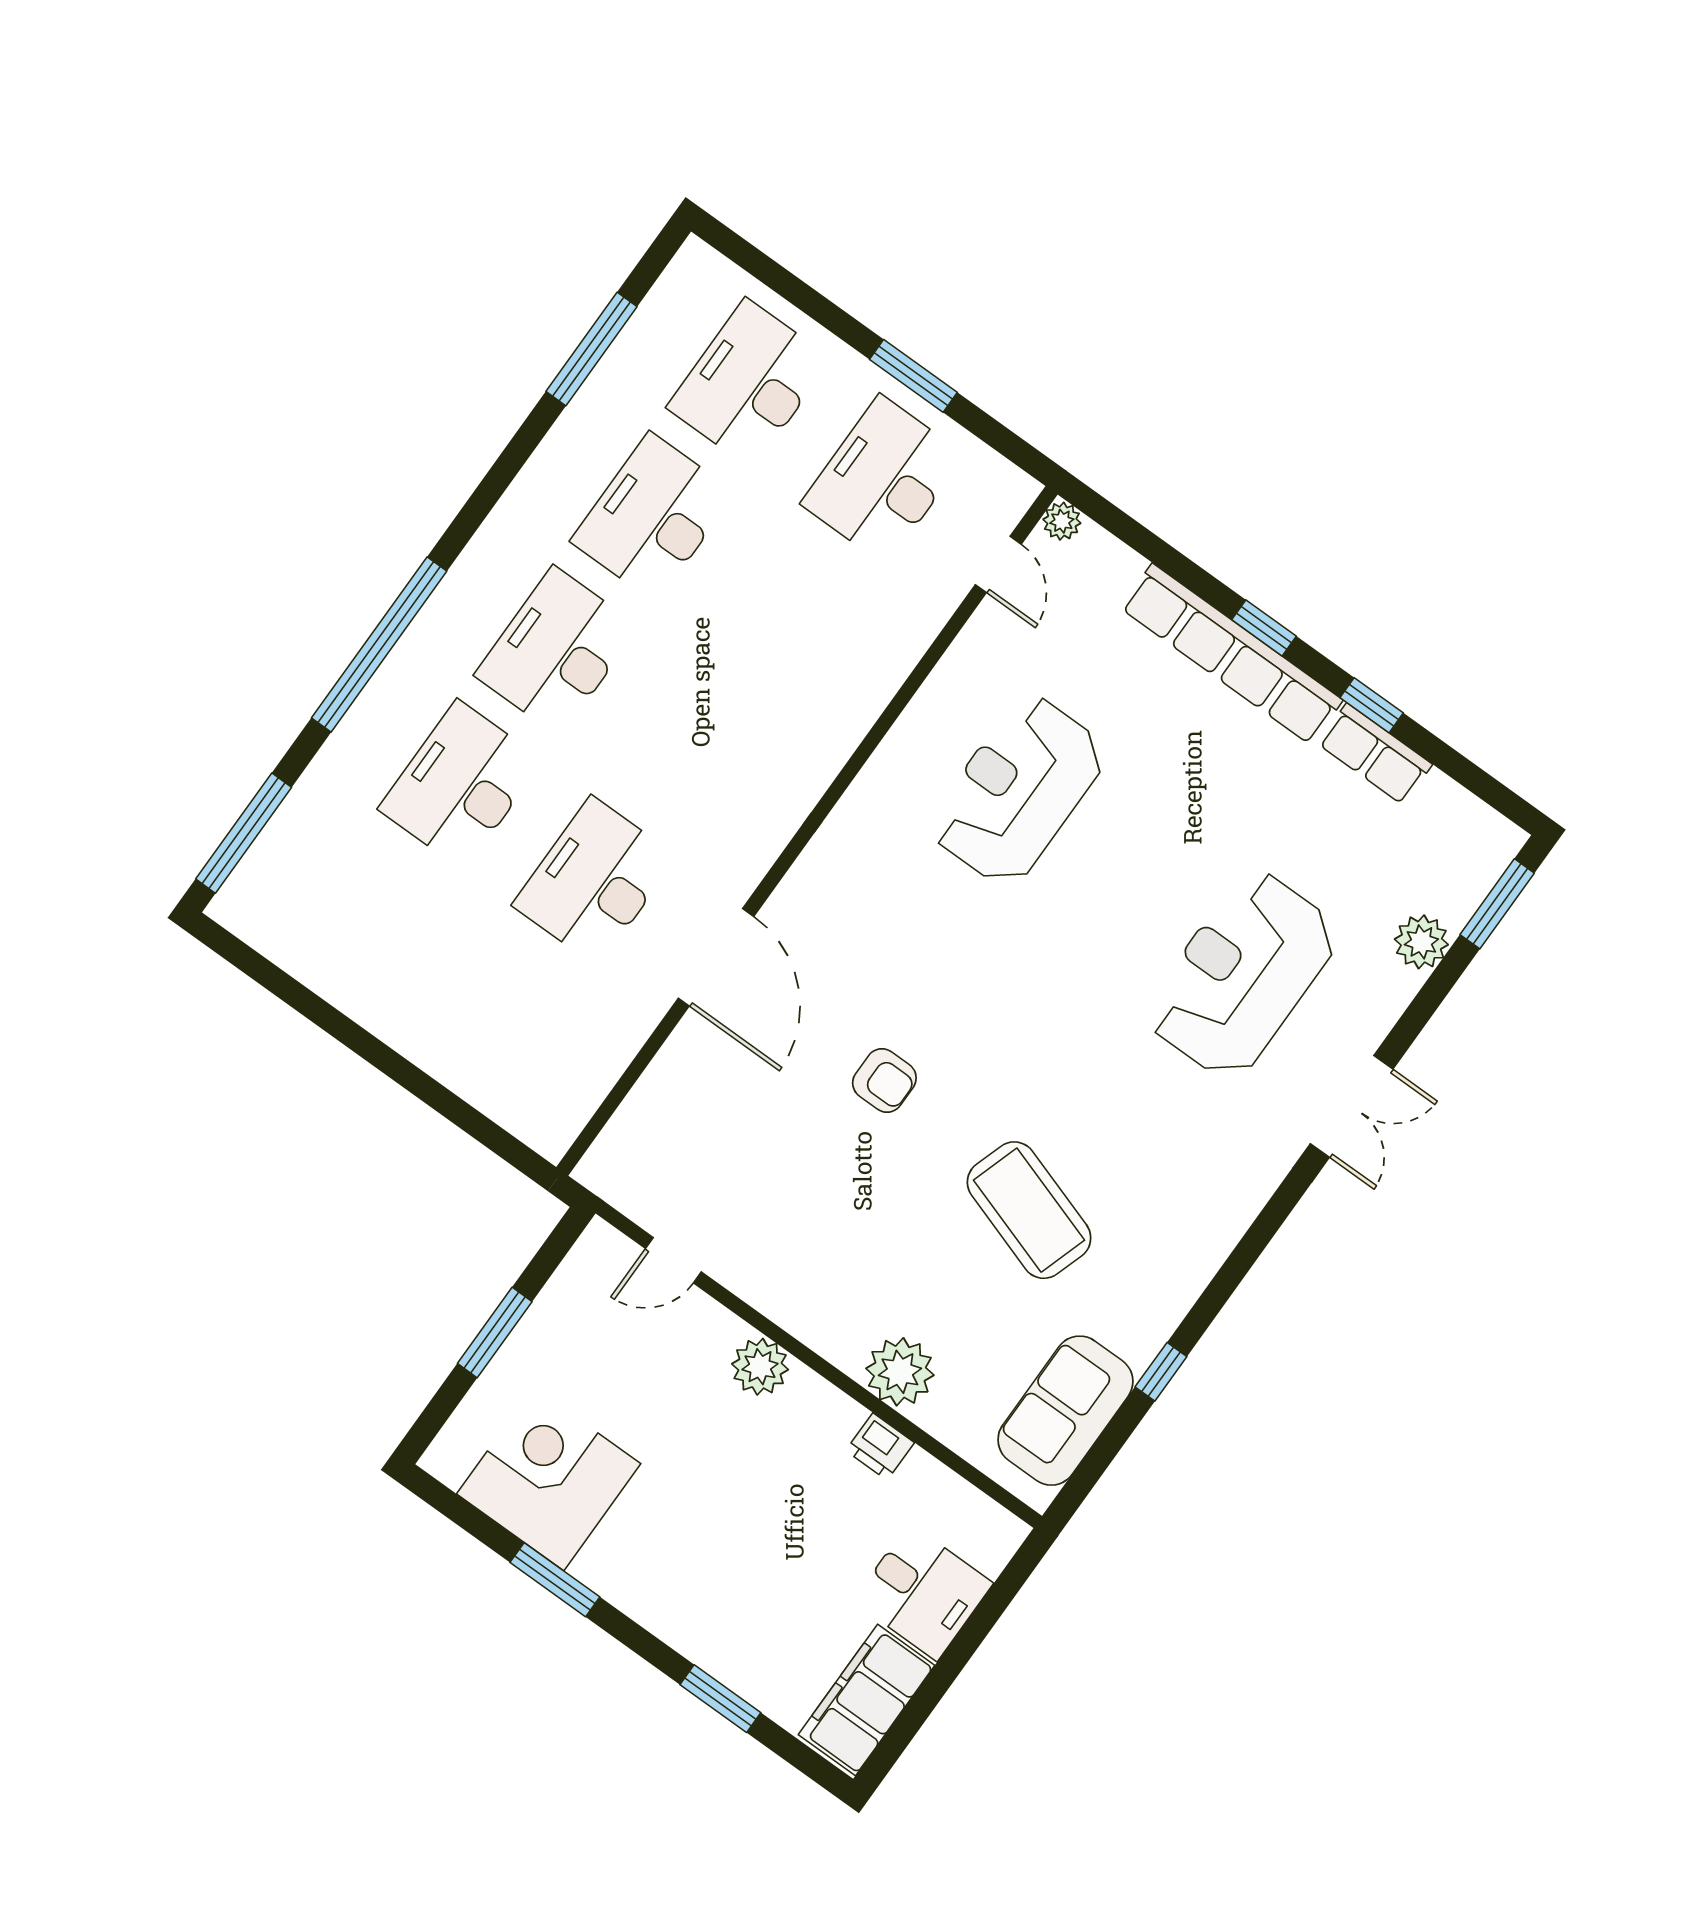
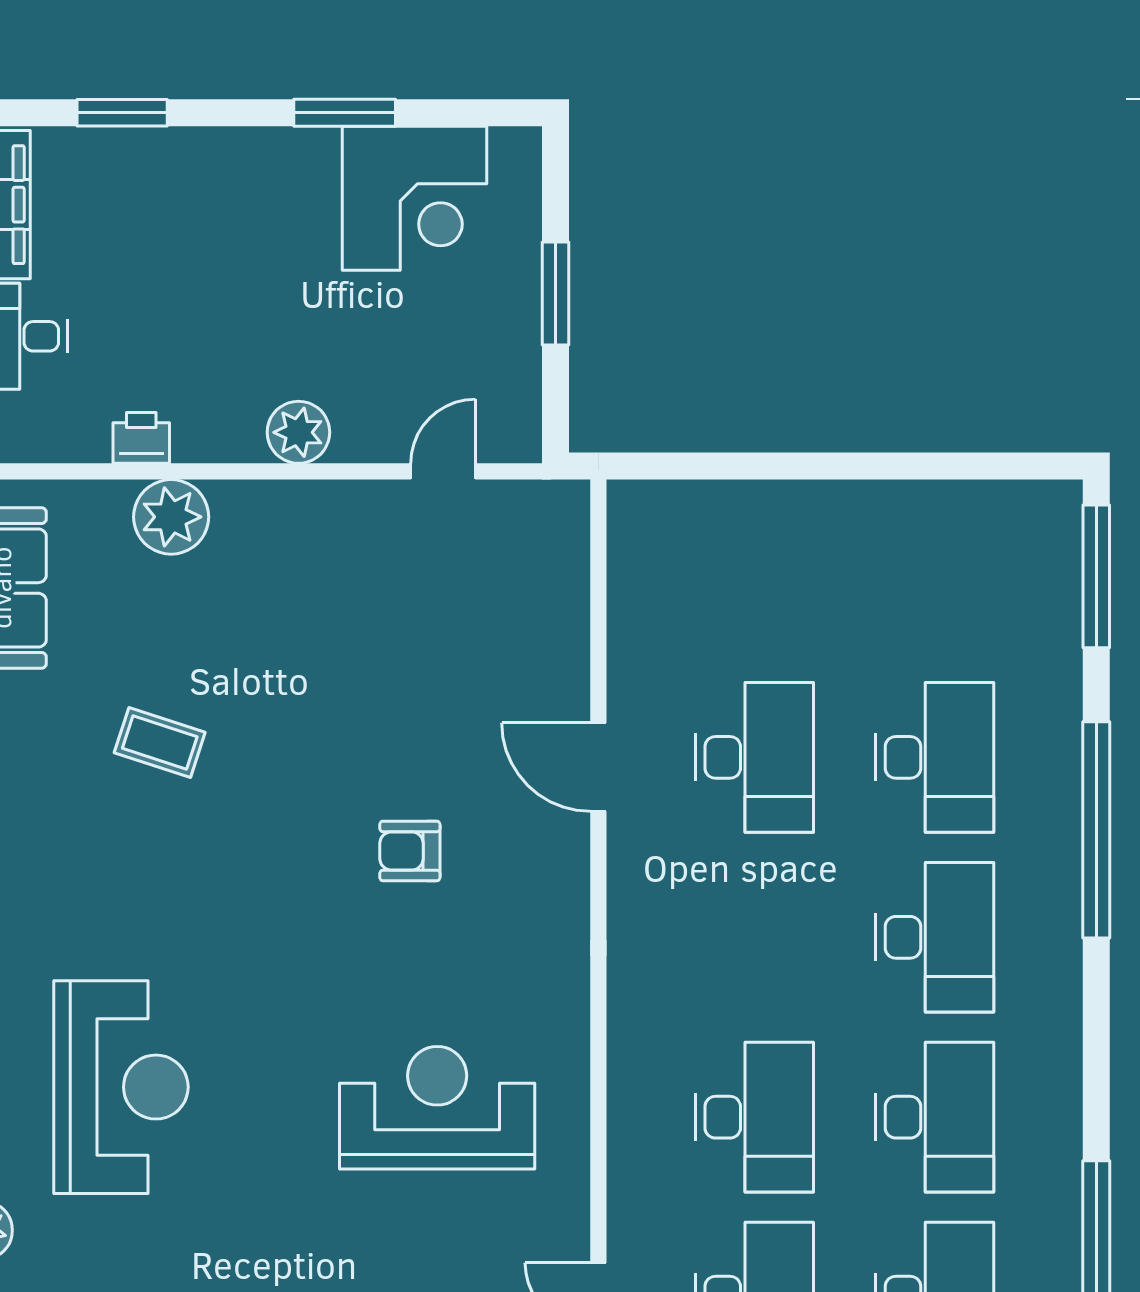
desk: (787, 614) -> (755, 1117), added
reception desk: (1018, 790) -> (437, 1108), turned -90
door: (716, 957) -> (598, 767), width x0.73
armchair: (884, 1080) -> (410, 851), moved
coffee table: (1029, 1210) -> (160, 742), width x0.54, depth x0.58

